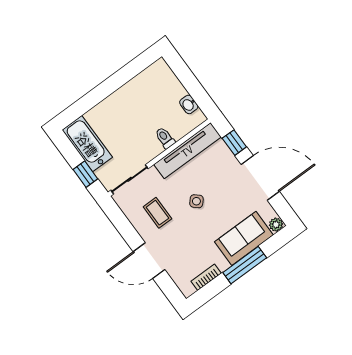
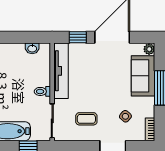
toilet: (165, 138) -> (42, 91), moved
side table: (196, 201) -> (125, 116), moved
bookcase: (206, 277) -> (150, 129), moved

